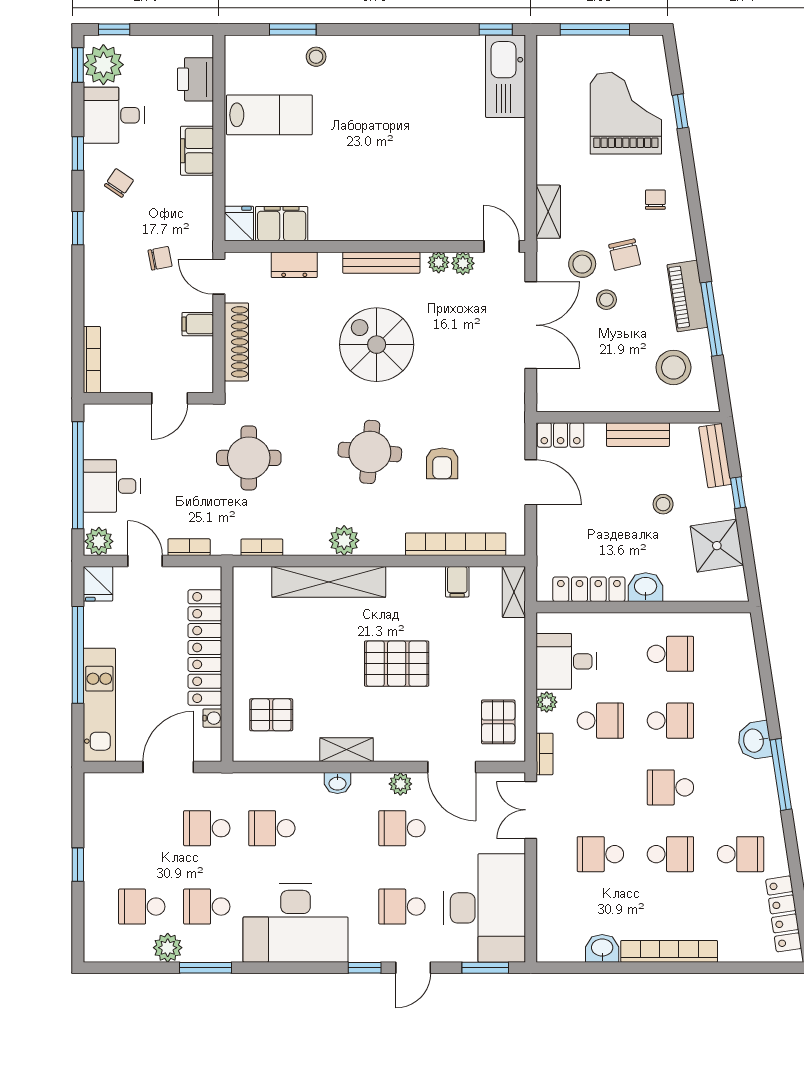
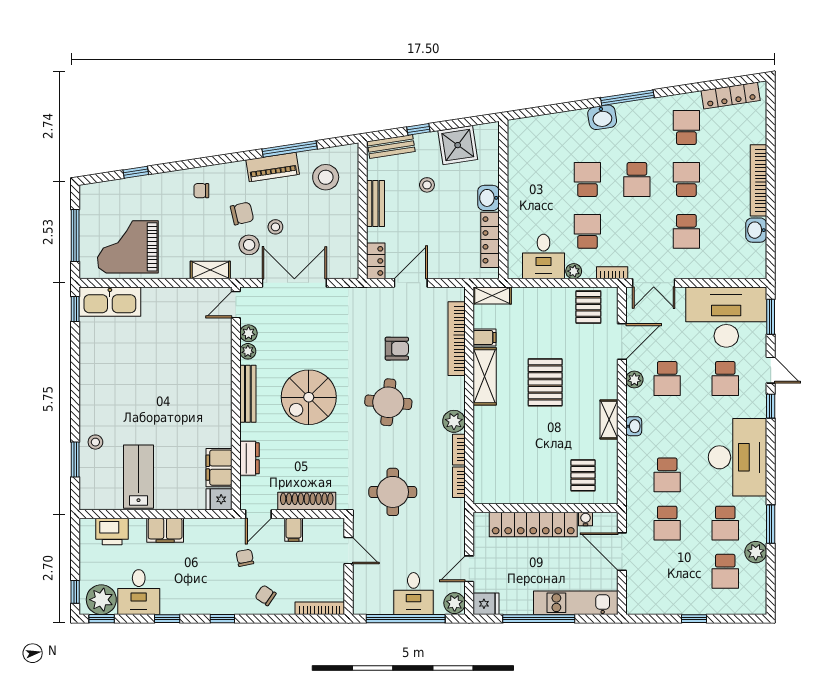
grand piano: (626, 113) -> (128, 247), moved
chair: (119, 183) -> (266, 595), moved
bookcase: (189, 547) -> (459, 450), moved
shelving: (329, 582) -> (485, 376), moved, width x0.68
school desk: (670, 654) -> (538, 179), removed
pallet: (498, 722) -> (588, 307), turned 90

